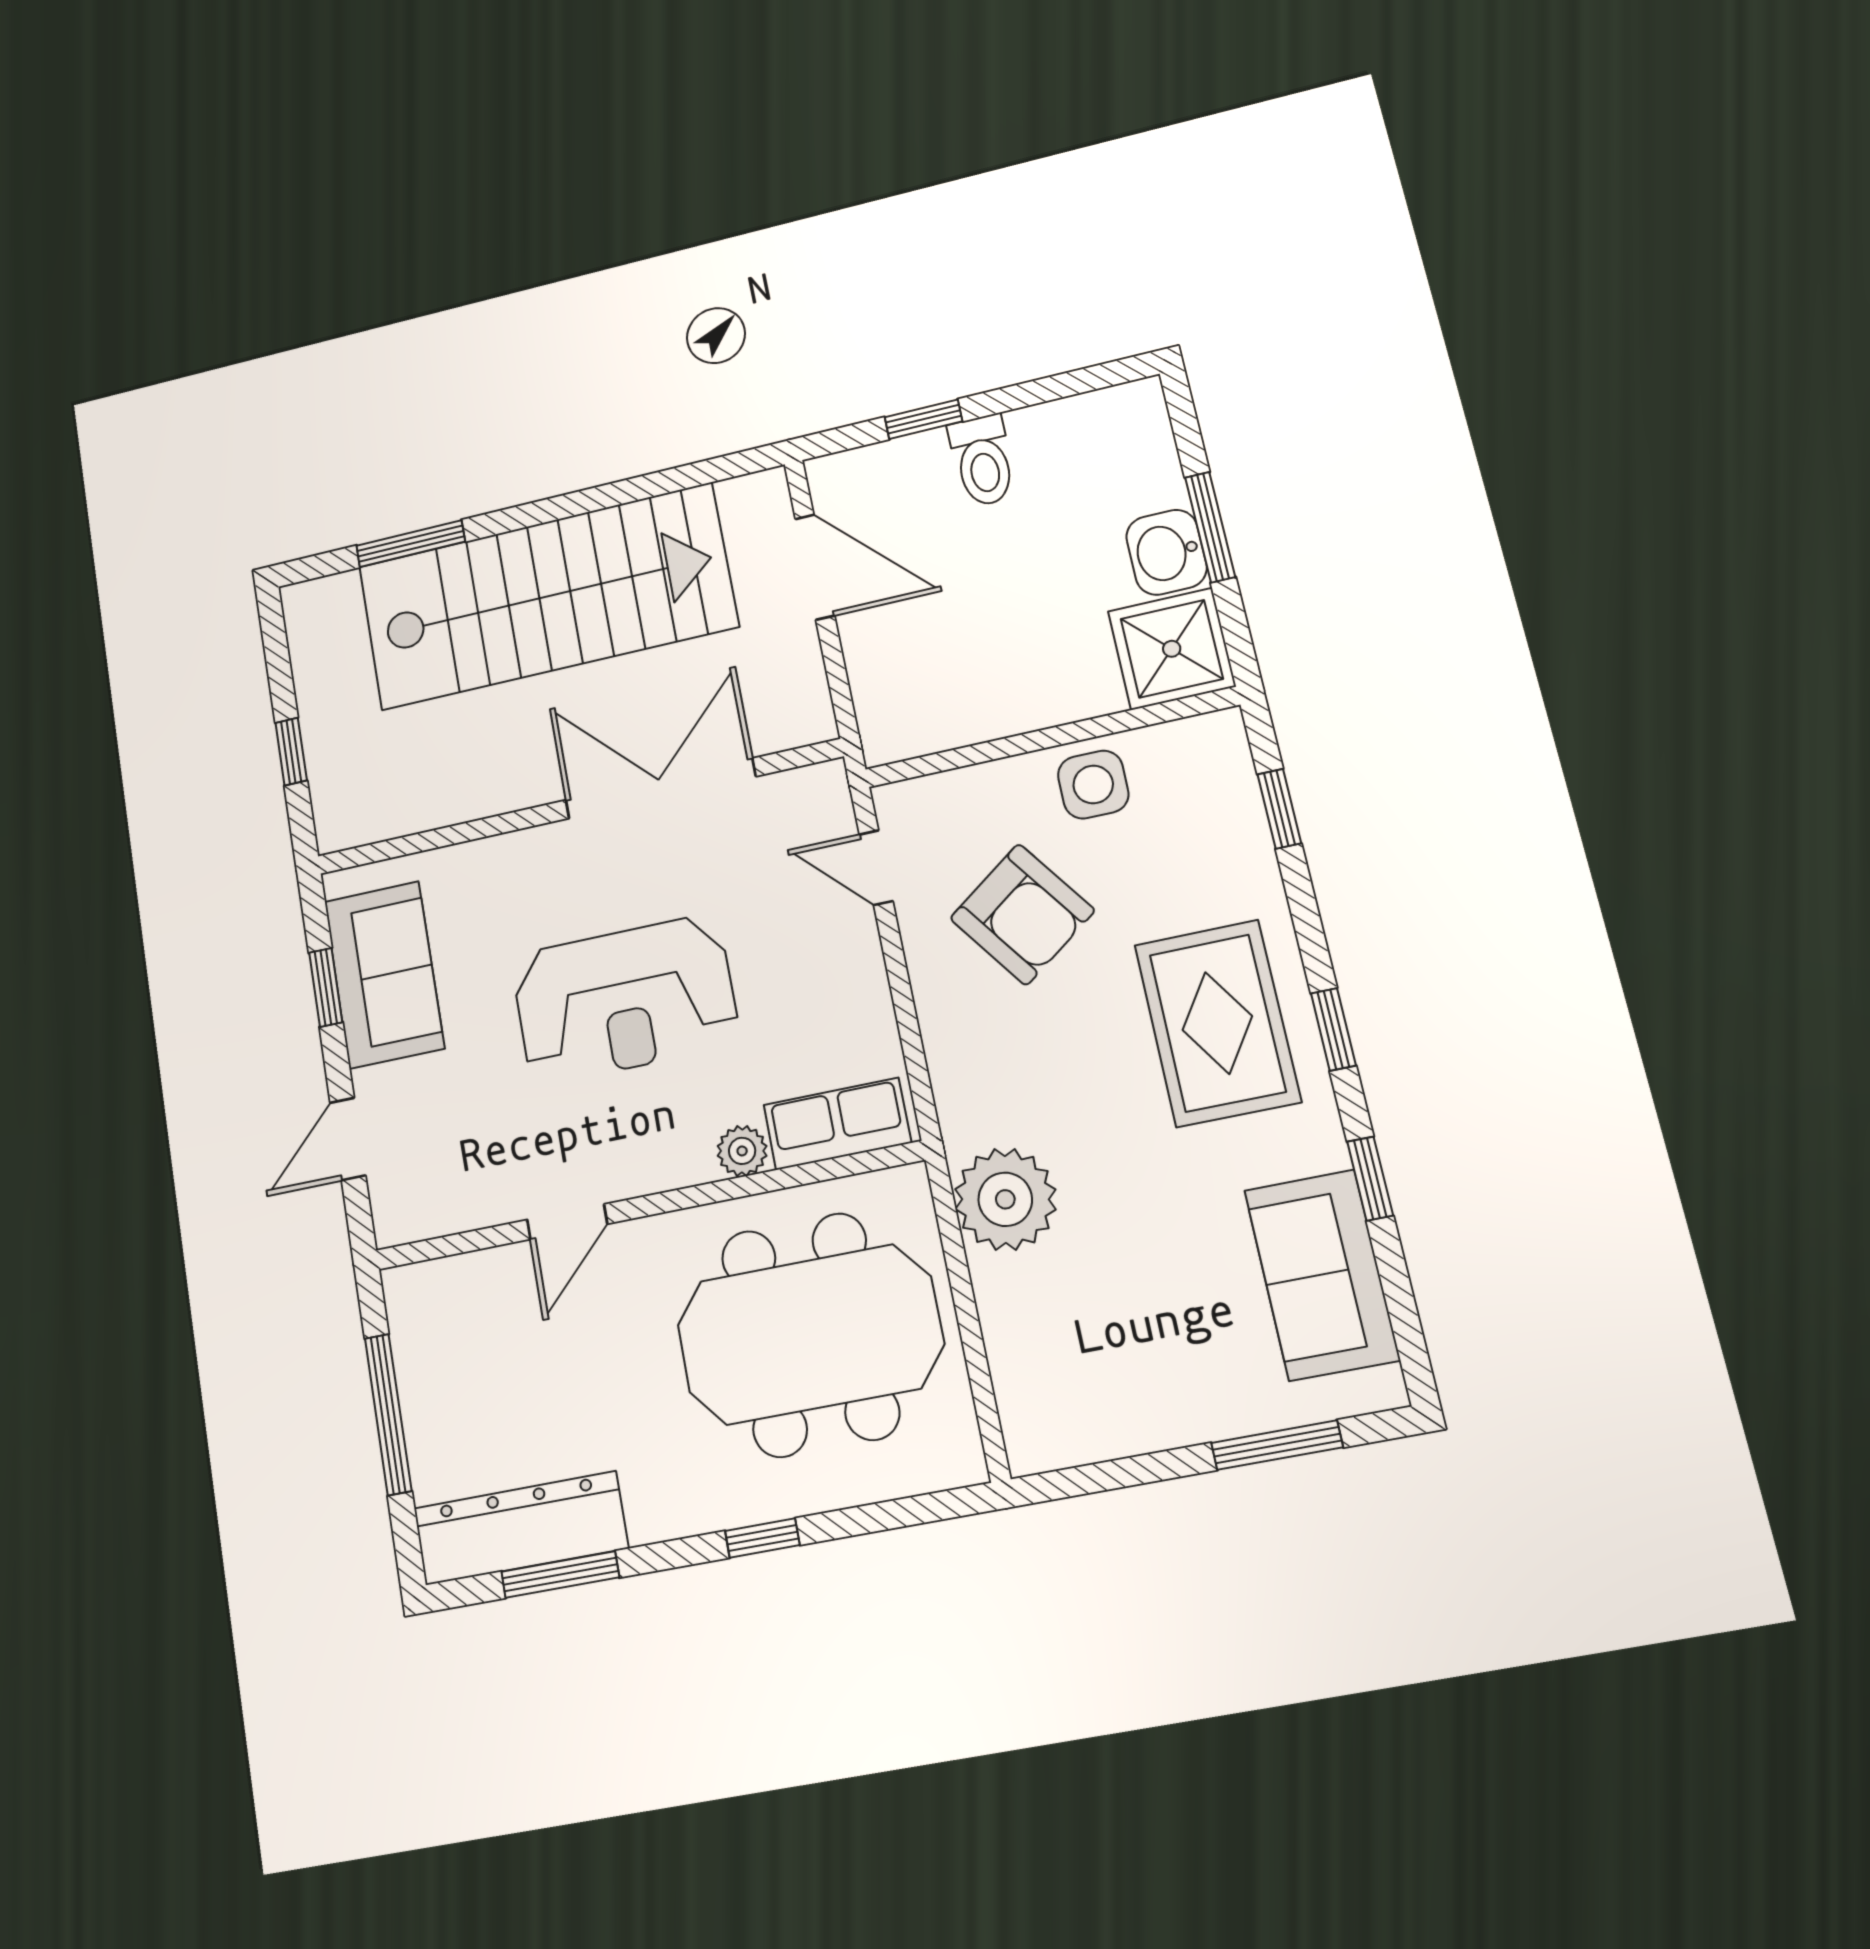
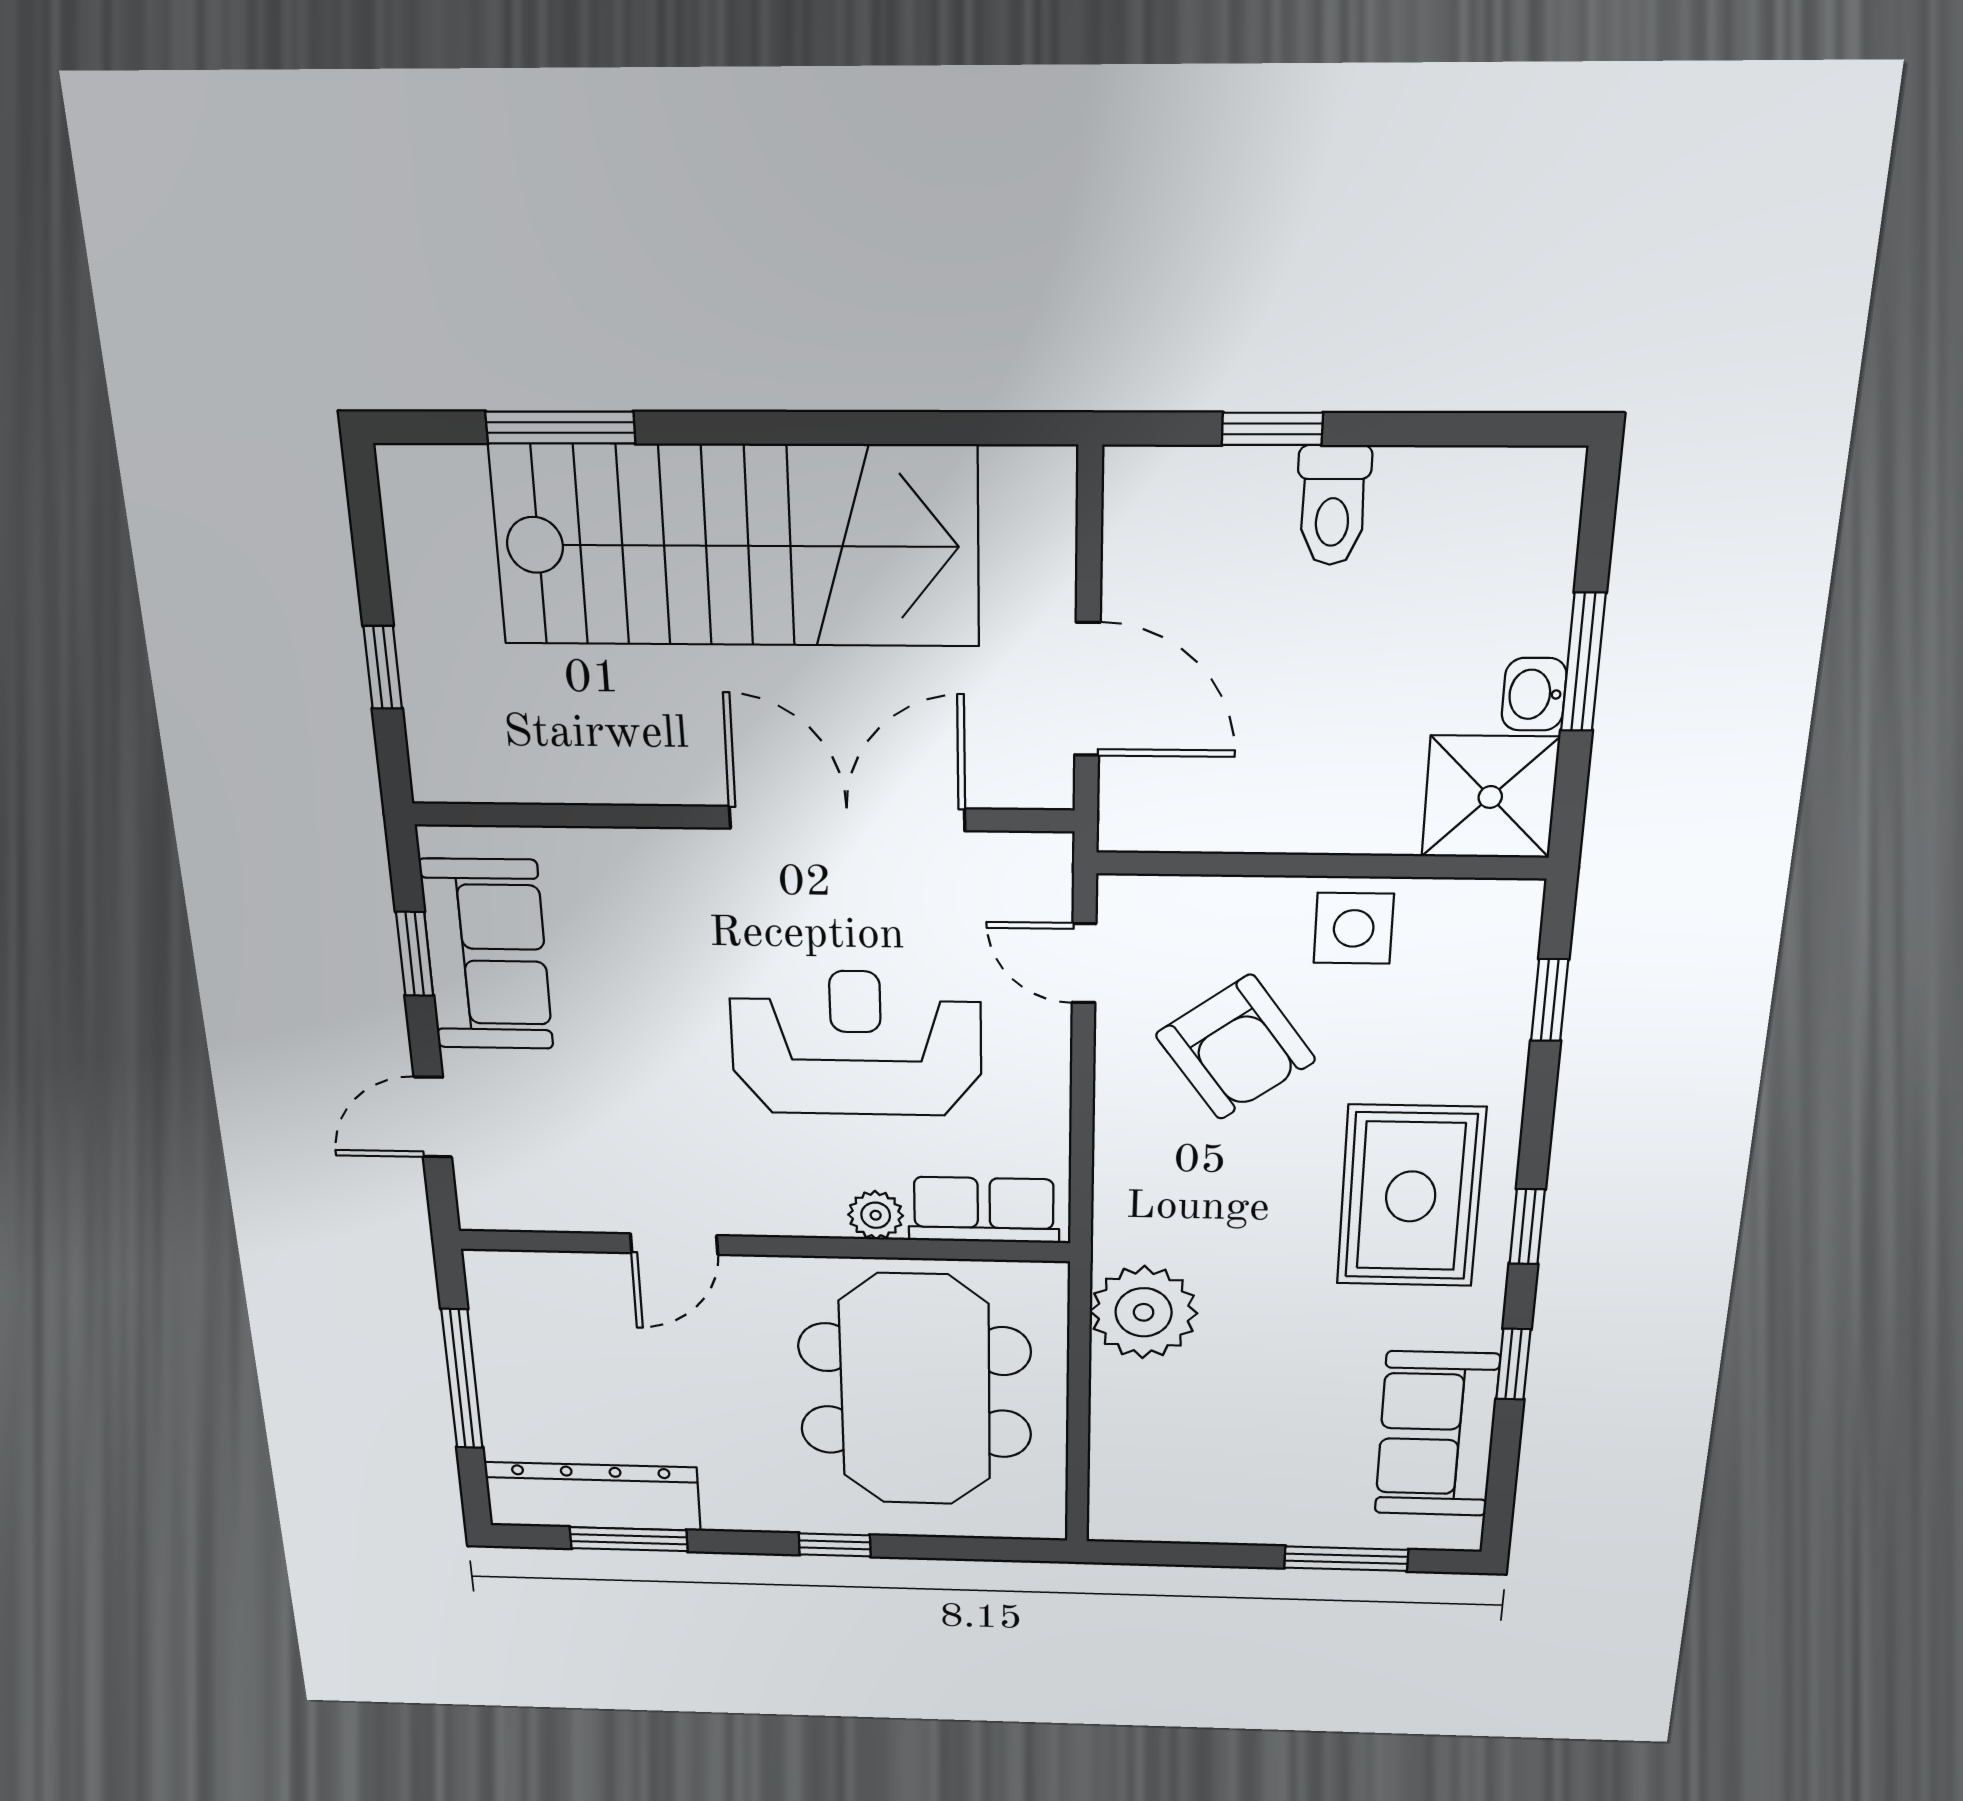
washbasin: (1166, 552) -> (1534, 694), width x0.72, depth x0.69
door: (815, 567) -> (1087, 689), moved
reception desk: (625, 1000) -> (856, 1043), moved, turned 180
meeting table: (810, 1334) -> (915, 1391), turned 90

